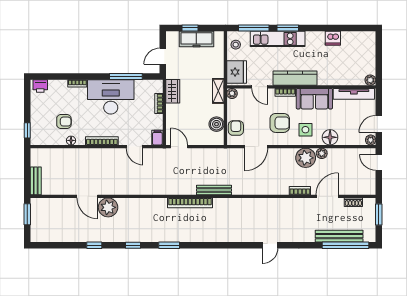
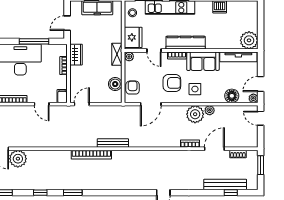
plant: (370, 80) -> (249, 40), width x1.88, depth x1.88
floor lamp: (330, 137) -> (232, 96), moved
door: (179, 147) -> (82, 104), hinge flipped
window: (345, 245) -> (231, 193), width x0.32

